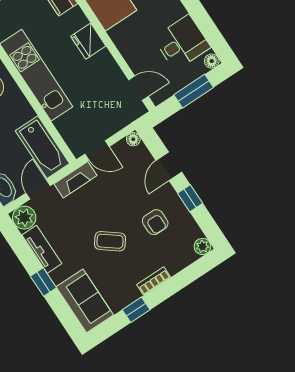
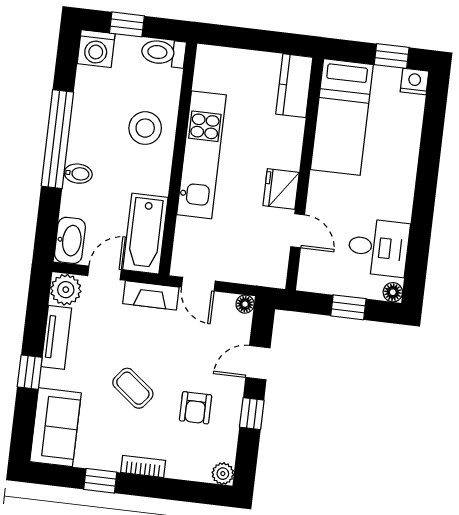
fridge: (88, 41) -> (281, 189), moved
door: (138, 88) -> (298, 231), moved
window: (194, 91) -> (348, 307), width x0.67

